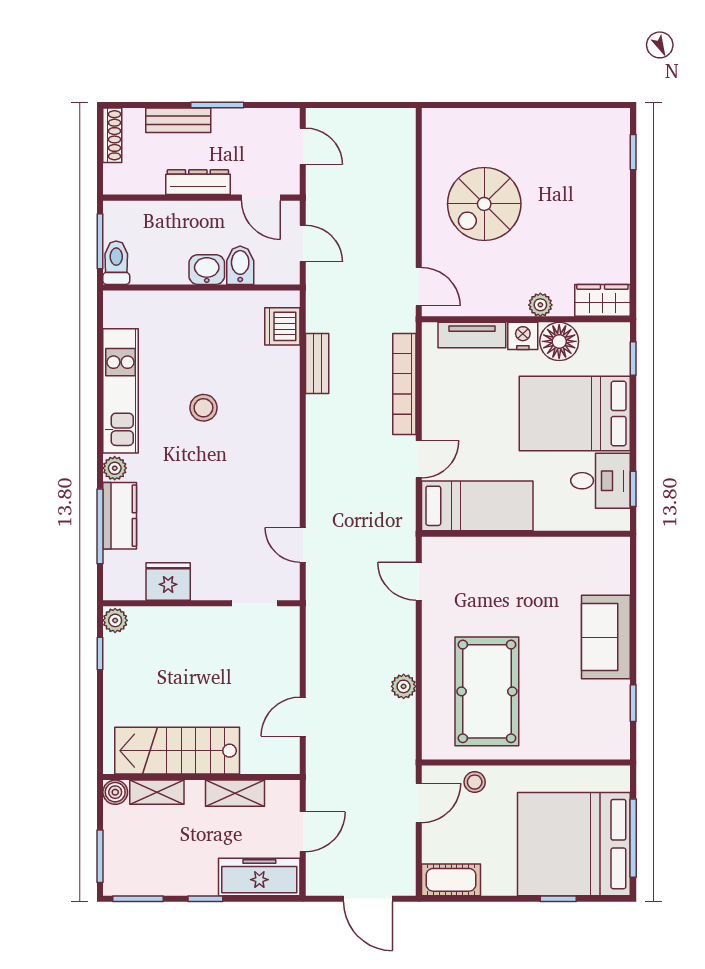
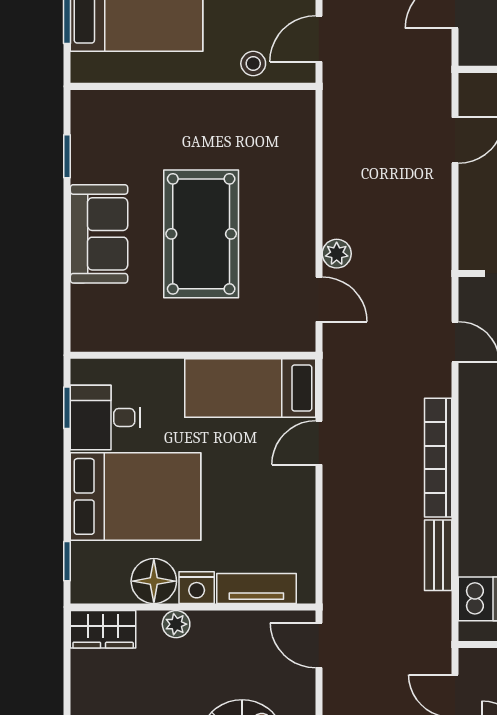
bookcase: (404, 384) -> (438, 458), moved, turned 180
plant: (404, 686) -> (337, 254), moved
pool table: (487, 691) -> (201, 234), moved

